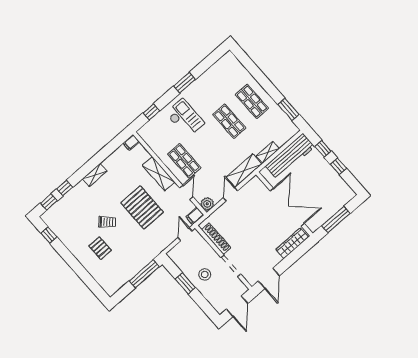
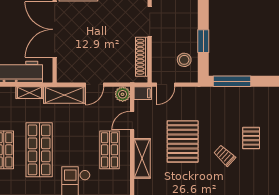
shop shelf: (229, 121) -> (39, 150), width x1.43, depth x1.36
stool: (205, 274) -> (184, 60), moved

